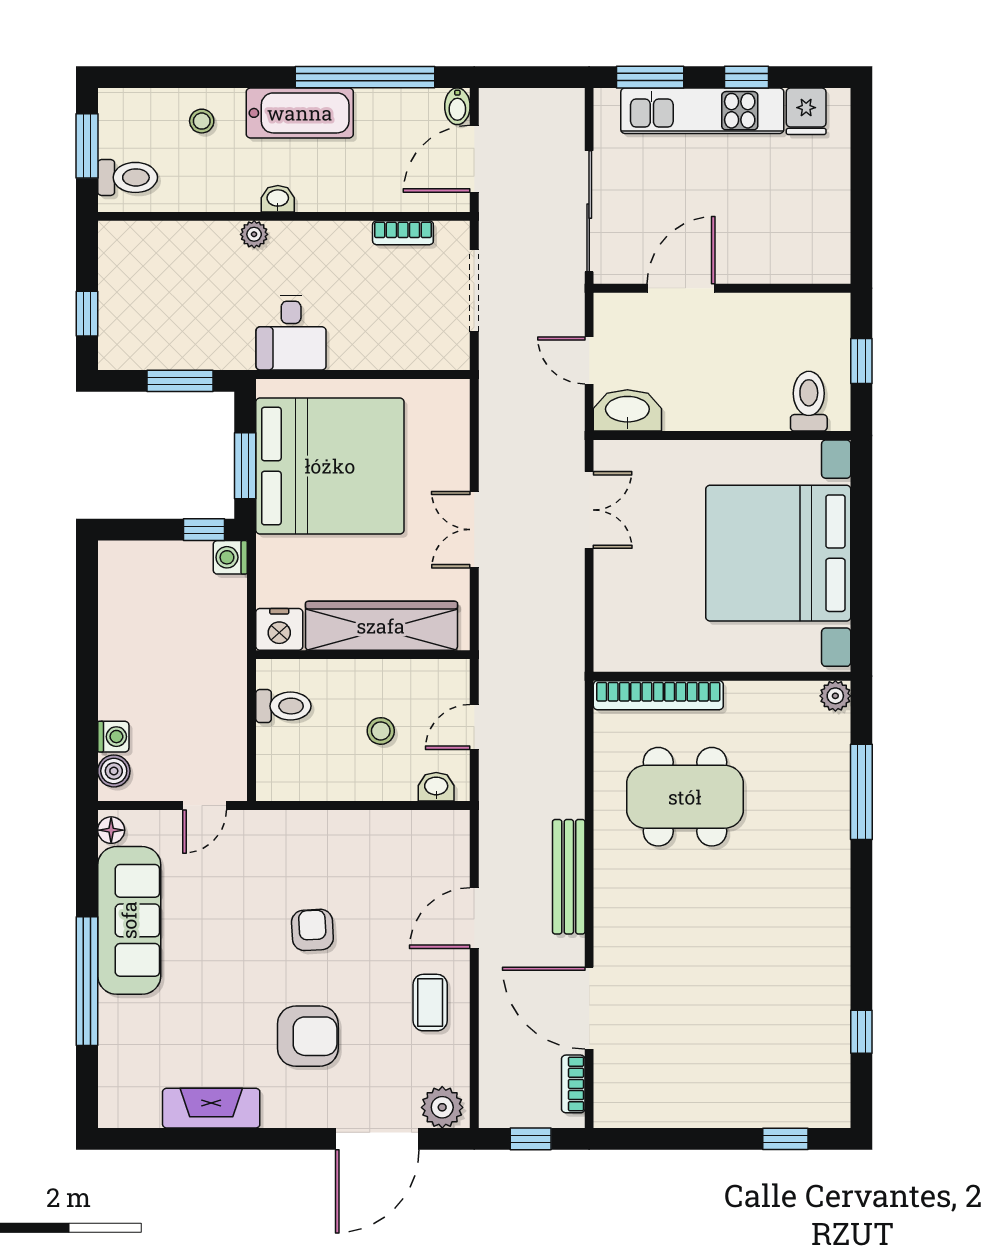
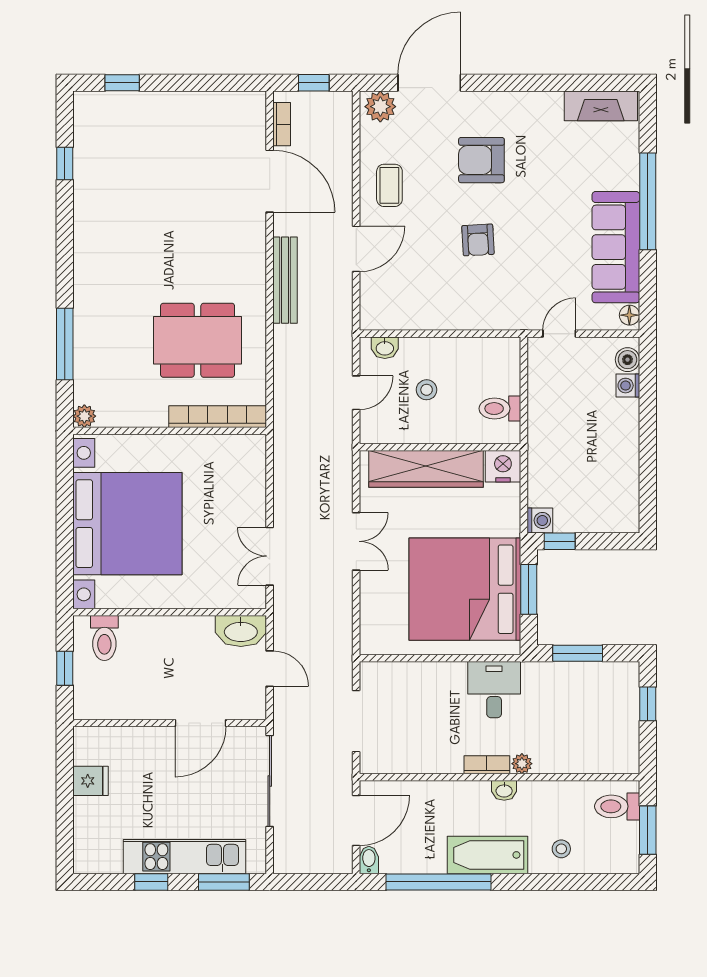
fridge: (806, 111) -> (90, 781), moved, turned 90
bookcase: (403, 233) -> (487, 765), moved
fireplace: (211, 1108) -> (601, 106), moved

